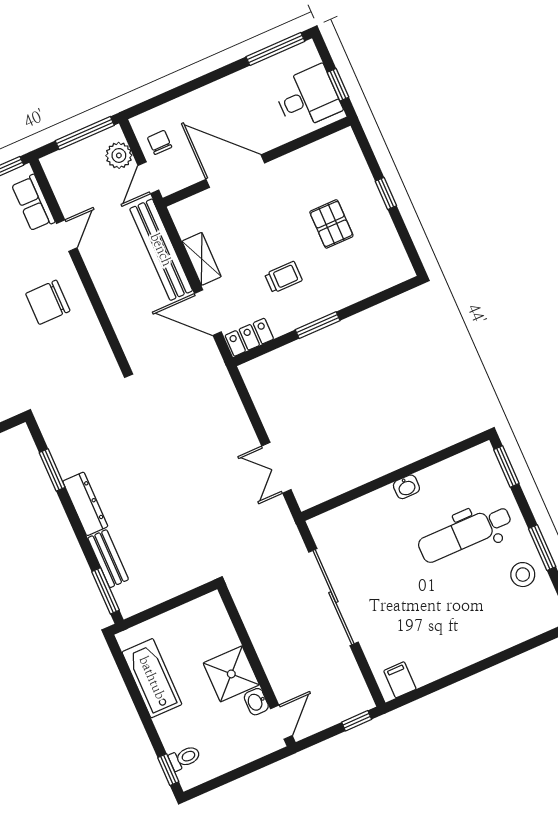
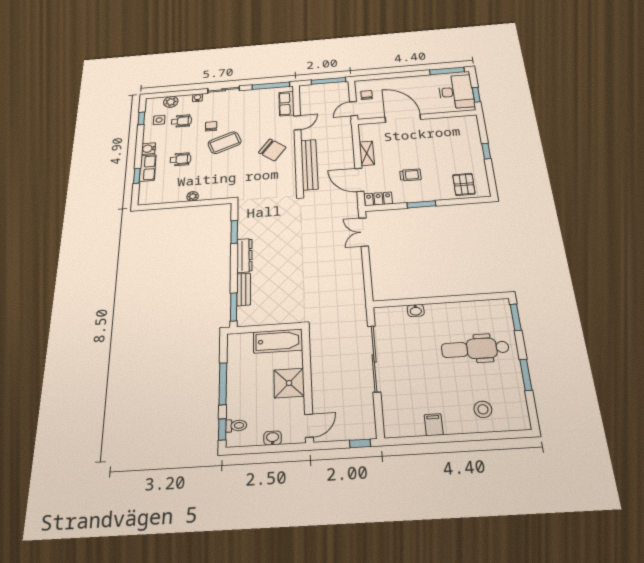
desk: (308, 98) -> (456, 92), width x1.37
plant: (119, 155) -> (342, 95), removed
pallet: (331, 224) -> (464, 184), moved
bench: (161, 250) -> (309, 165), moved
chair: (48, 302) -> (272, 150), turned -143
double door: (276, 468) -> (364, 232), moved
washbasin: (406, 487) -> (416, 310), moved
stool: (523, 575) -> (483, 409), moved
bathtub: (152, 678) -> (278, 341), moved, turned 90
filing cabinet: (400, 680) -> (434, 425), moved
washbasin: (256, 702) -> (273, 438), moved, turned 90
window: (141, 708) -> (223, 384), added

